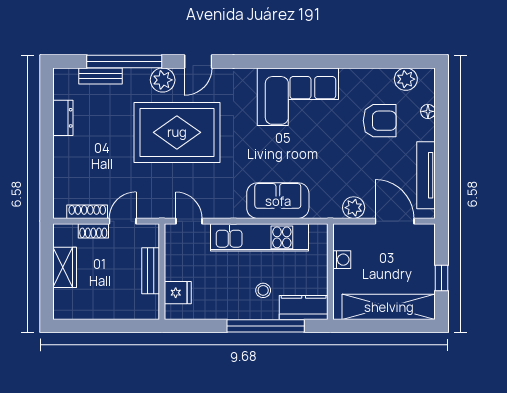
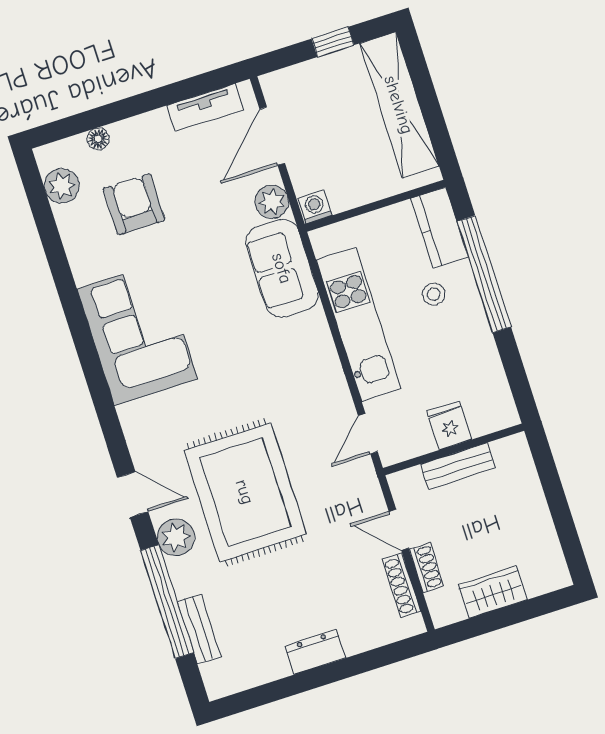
dresser: (63, 118) -> (315, 652), moved
tv unit: (426, 175) -> (205, 107), width x0.71
sofa: (278, 201) -> (282, 268), moved
washing machine: (342, 260) -> (315, 207), moved
fridge: (178, 293) -> (449, 425), moved

